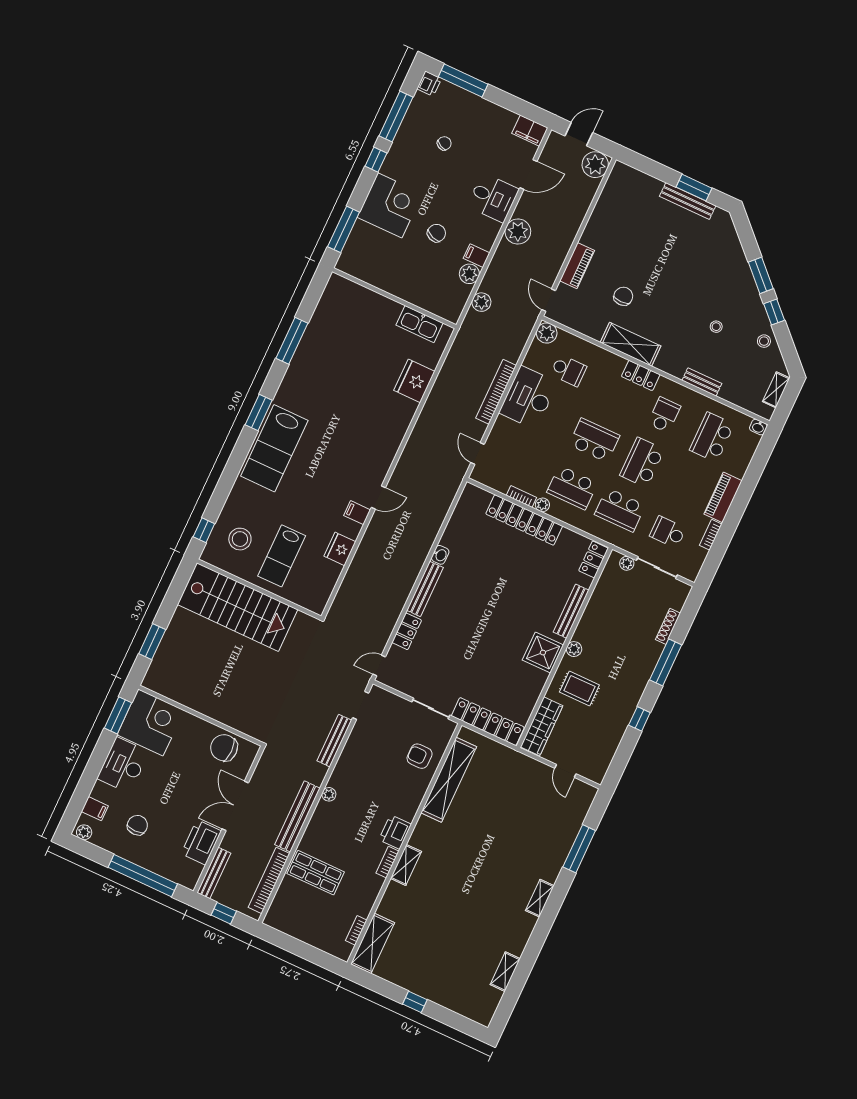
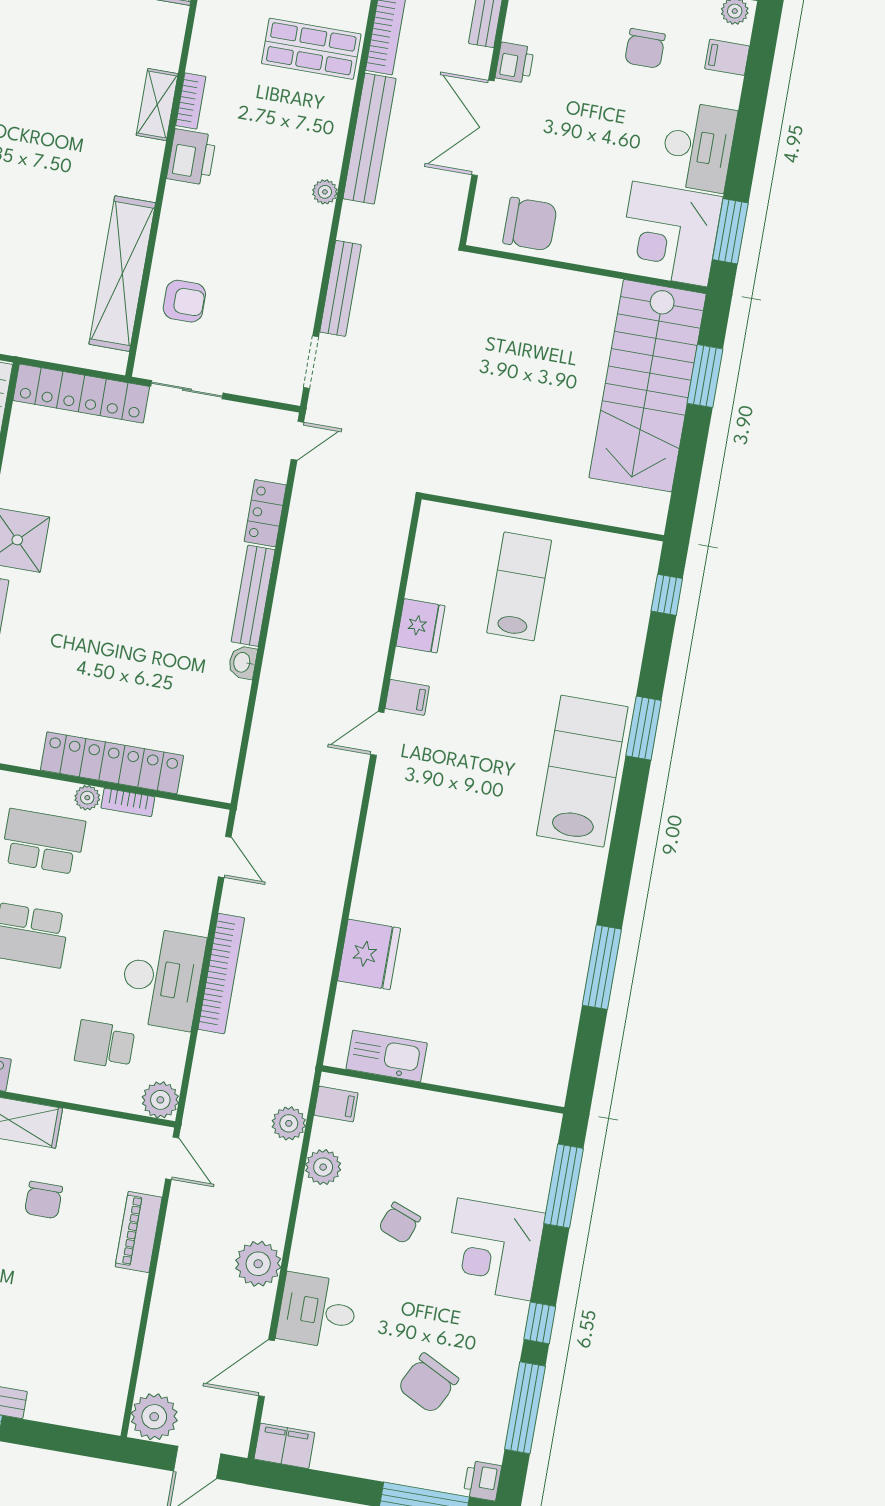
chair: (444, 143) -> (428, 1383), width x1.87, depth x1.87
filing cabinet: (477, 256) -> (336, 1104), moved
window: (259, 412) -> (644, 728), moved
stool: (240, 539) -> (600, 596), removed
stairs: (238, 607) -> (648, 386), moved, turned -90
double door: (235, 806) -> (483, 128), swing flipped
printer: (201, 842) -> (515, 63), width x0.53, depth x0.68

